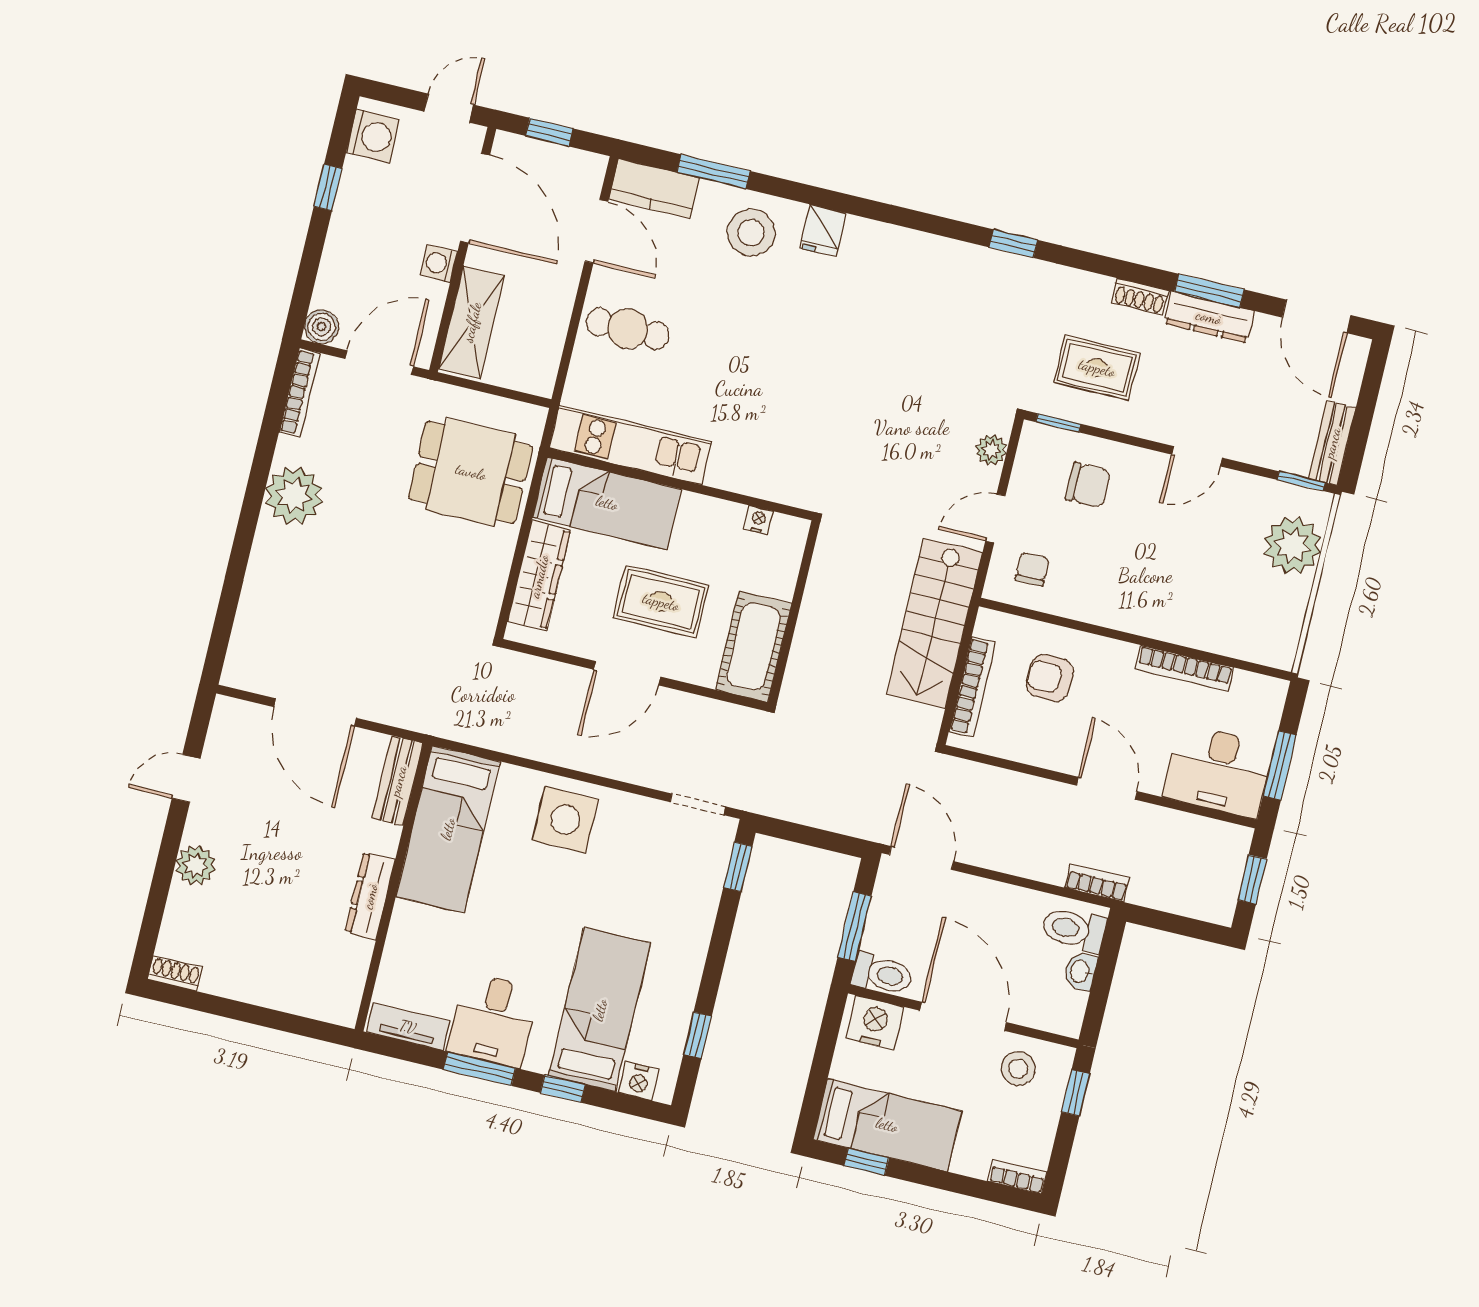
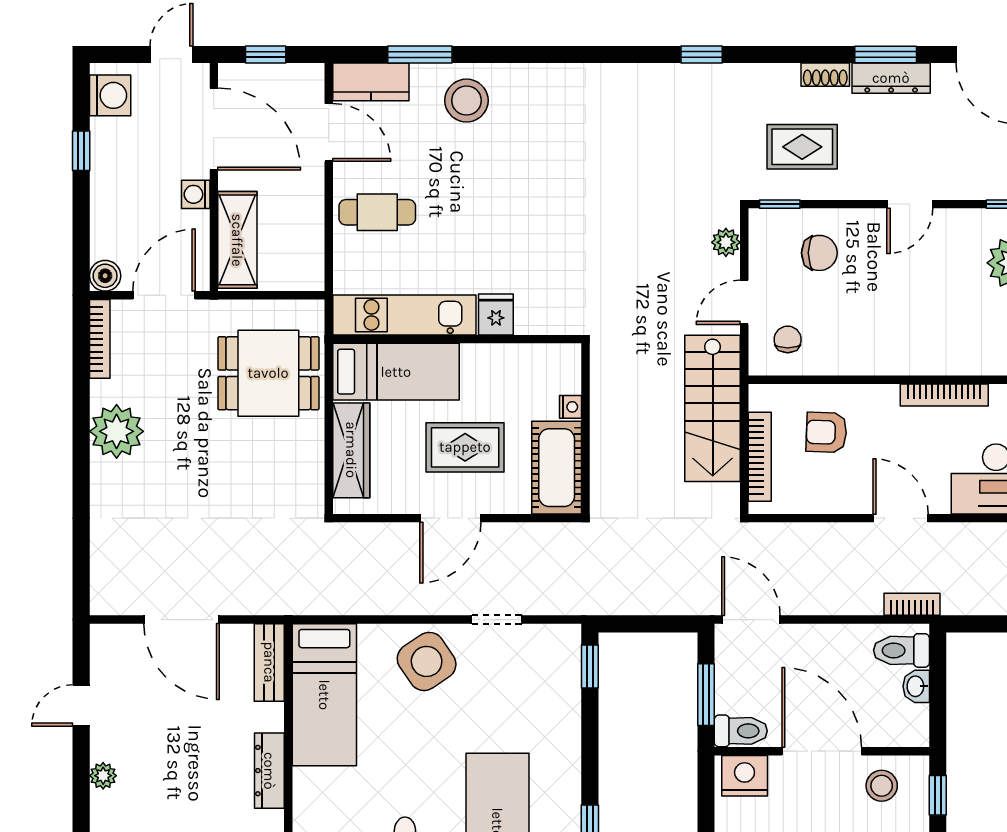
fridge: (823, 231) -> (496, 315), moved, turned 180
nightstand: (758, 520) -> (571, 407), moved, turned 90
doorway: (698, 804) -> (496, 620), moved
side table: (565, 820) -> (427, 661), turned -34
plant: (196, 865) -> (103, 776), width x0.73, depth x0.73

